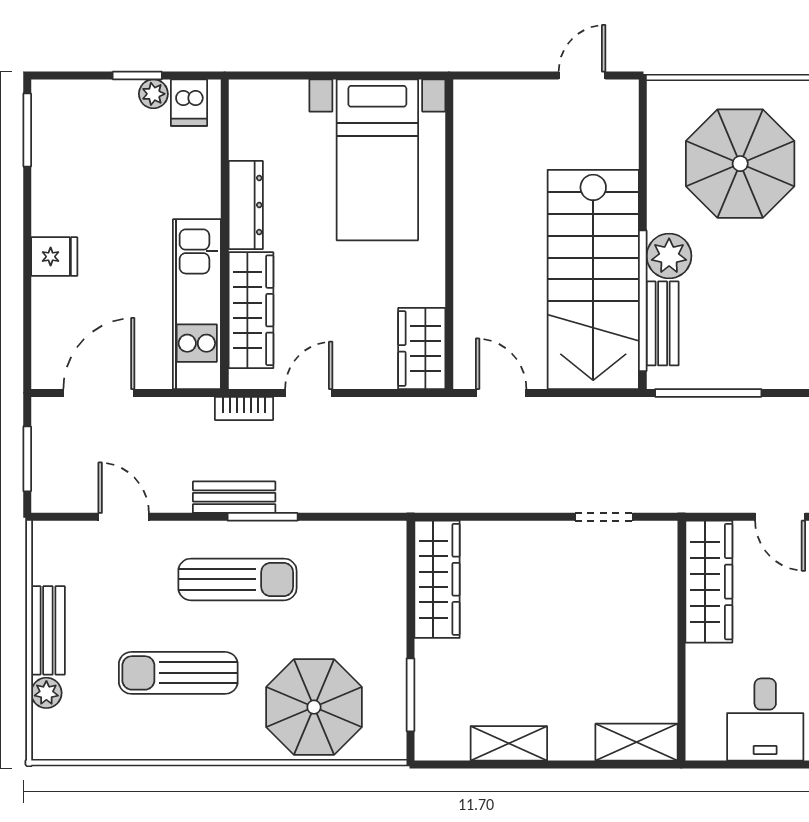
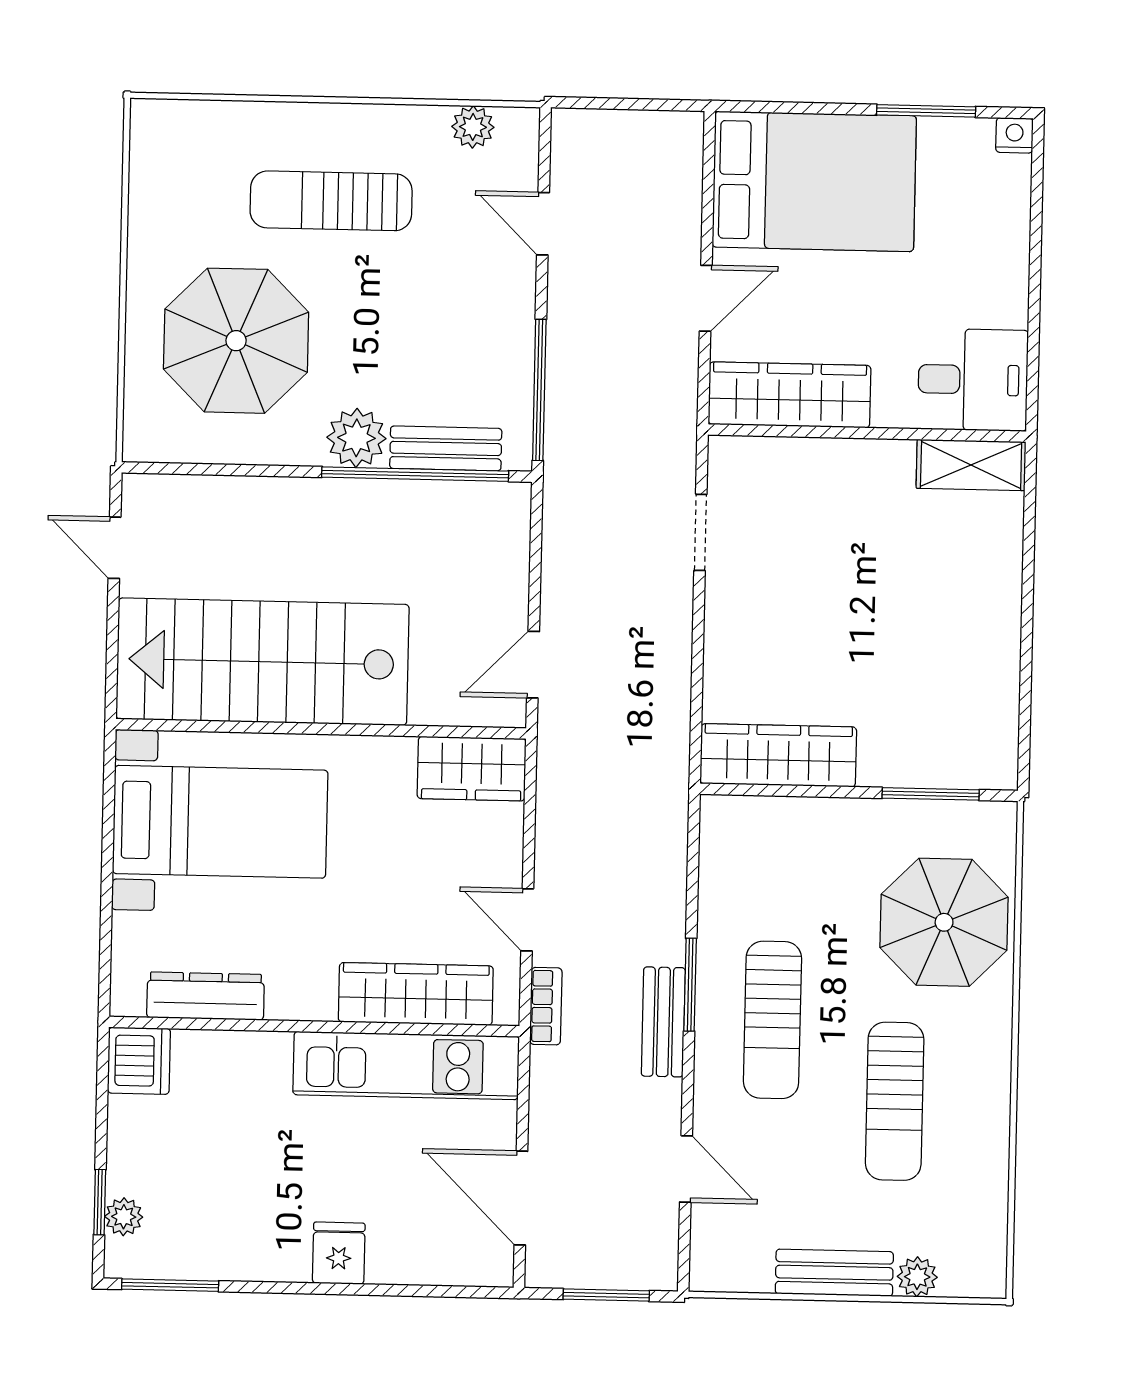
window: (137, 76) -> (100, 1202), moved
plant: (153, 94) -> (124, 1217), moved
dishwasher: (189, 103) -> (139, 1061), width x1.38
dresser: (246, 205) -> (205, 996), moved
stairs: (593, 279) -> (263, 662), moved, turned 180
door: (124, 517) -> (686, 1169), swing flipped
sun lounger: (237, 579) -> (772, 1020), turned 180
desk: (765, 720) -> (973, 380), moved
shelving: (637, 742) -> (971, 465), moved, turned 90
shelving: (509, 743) -> (998, 665), removed

